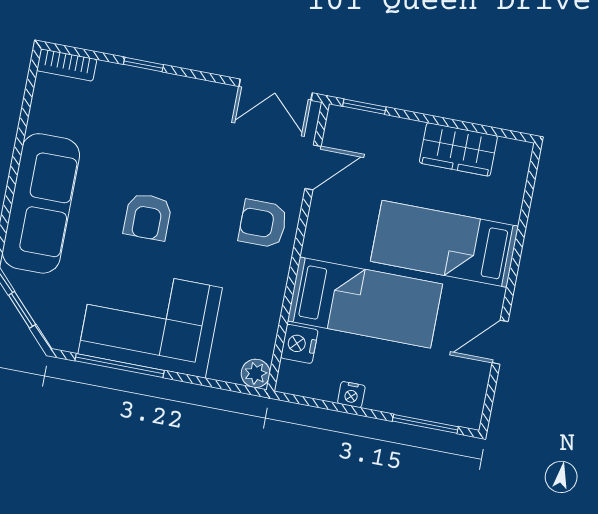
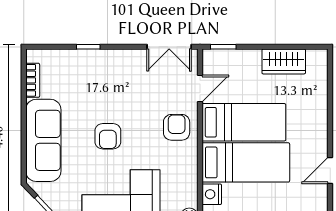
bookcase: (67, 65) -> (33, 80), moved, turned -90
armchair: (263, 224) -> (177, 127), turned 90
bed: (445, 244) -> (244, 122), moved, turned 180

